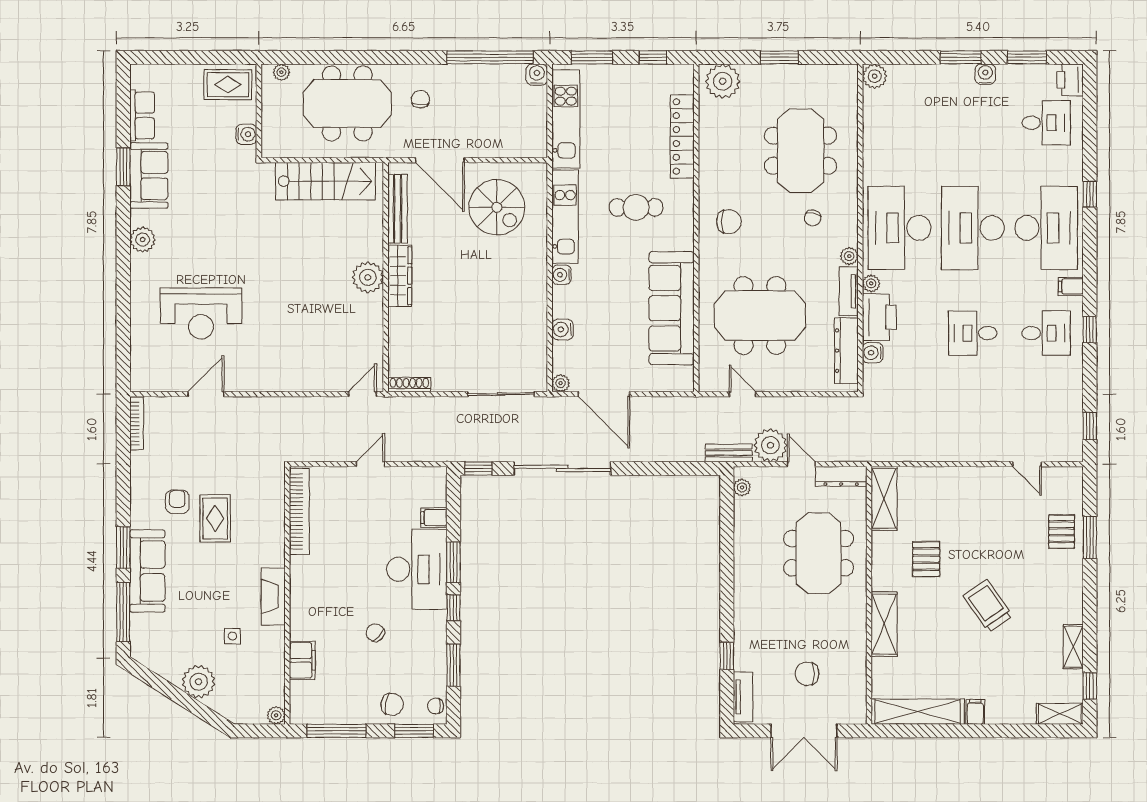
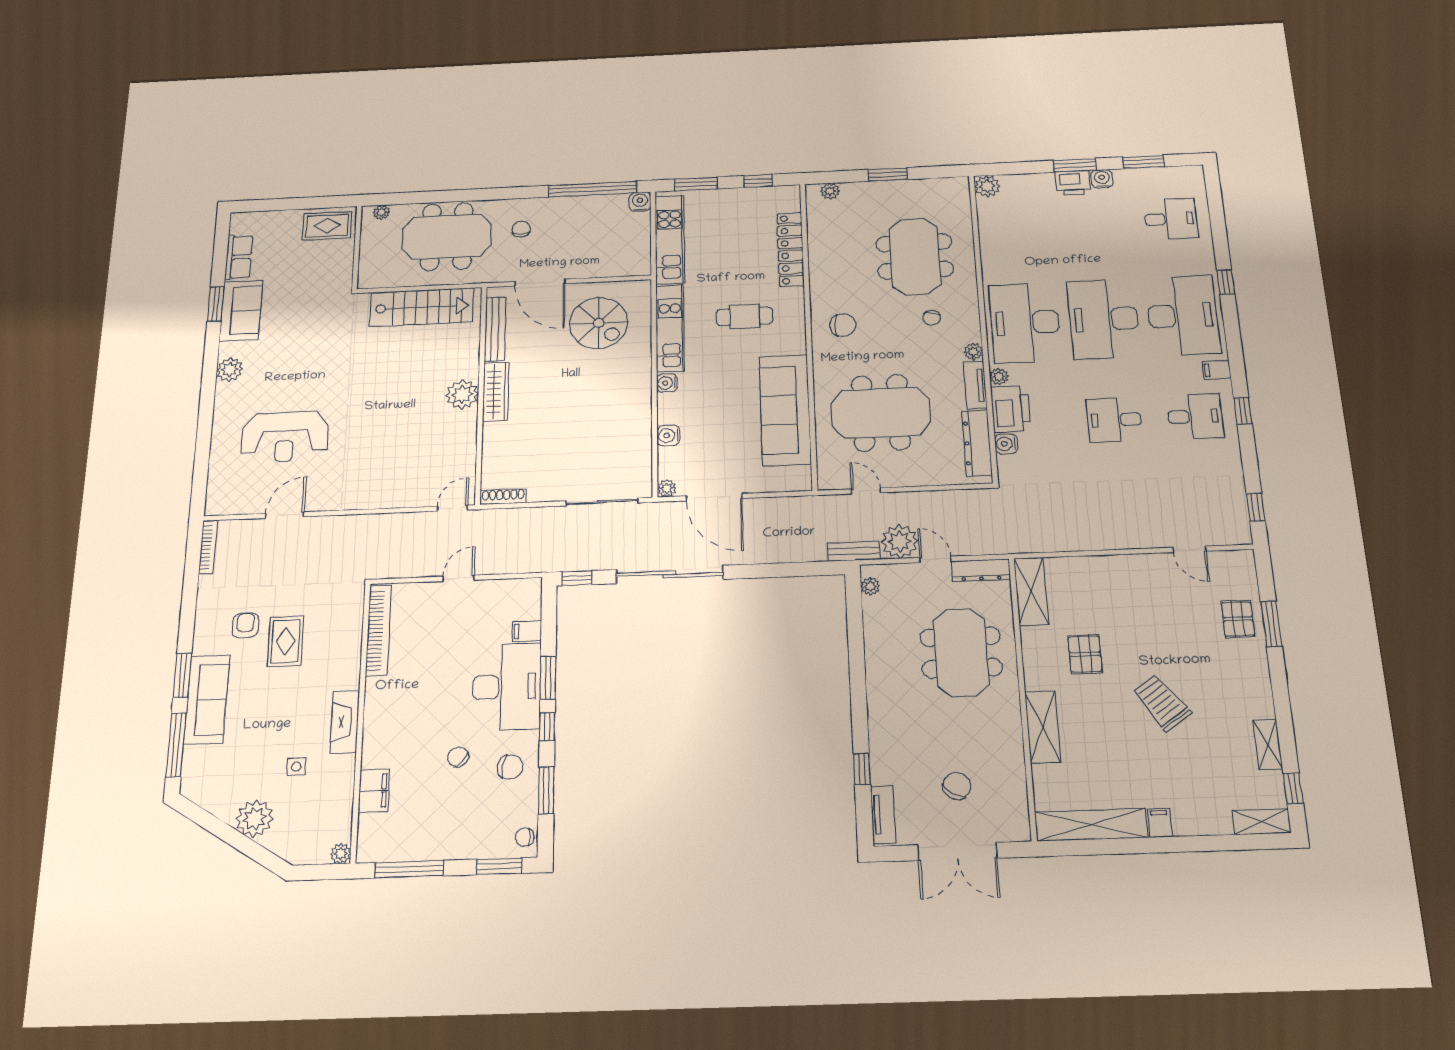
printer: (1070, 80) -> (1073, 183), moved, turned -90
plant: (723, 81) -> (830, 191), width x0.53, depth x0.53
water cooler: (246, 134) -> (343, 269), removed
chair: (807, 674) -> (957, 786), turned 123
chair: (392, 704) -> (510, 767), moved

